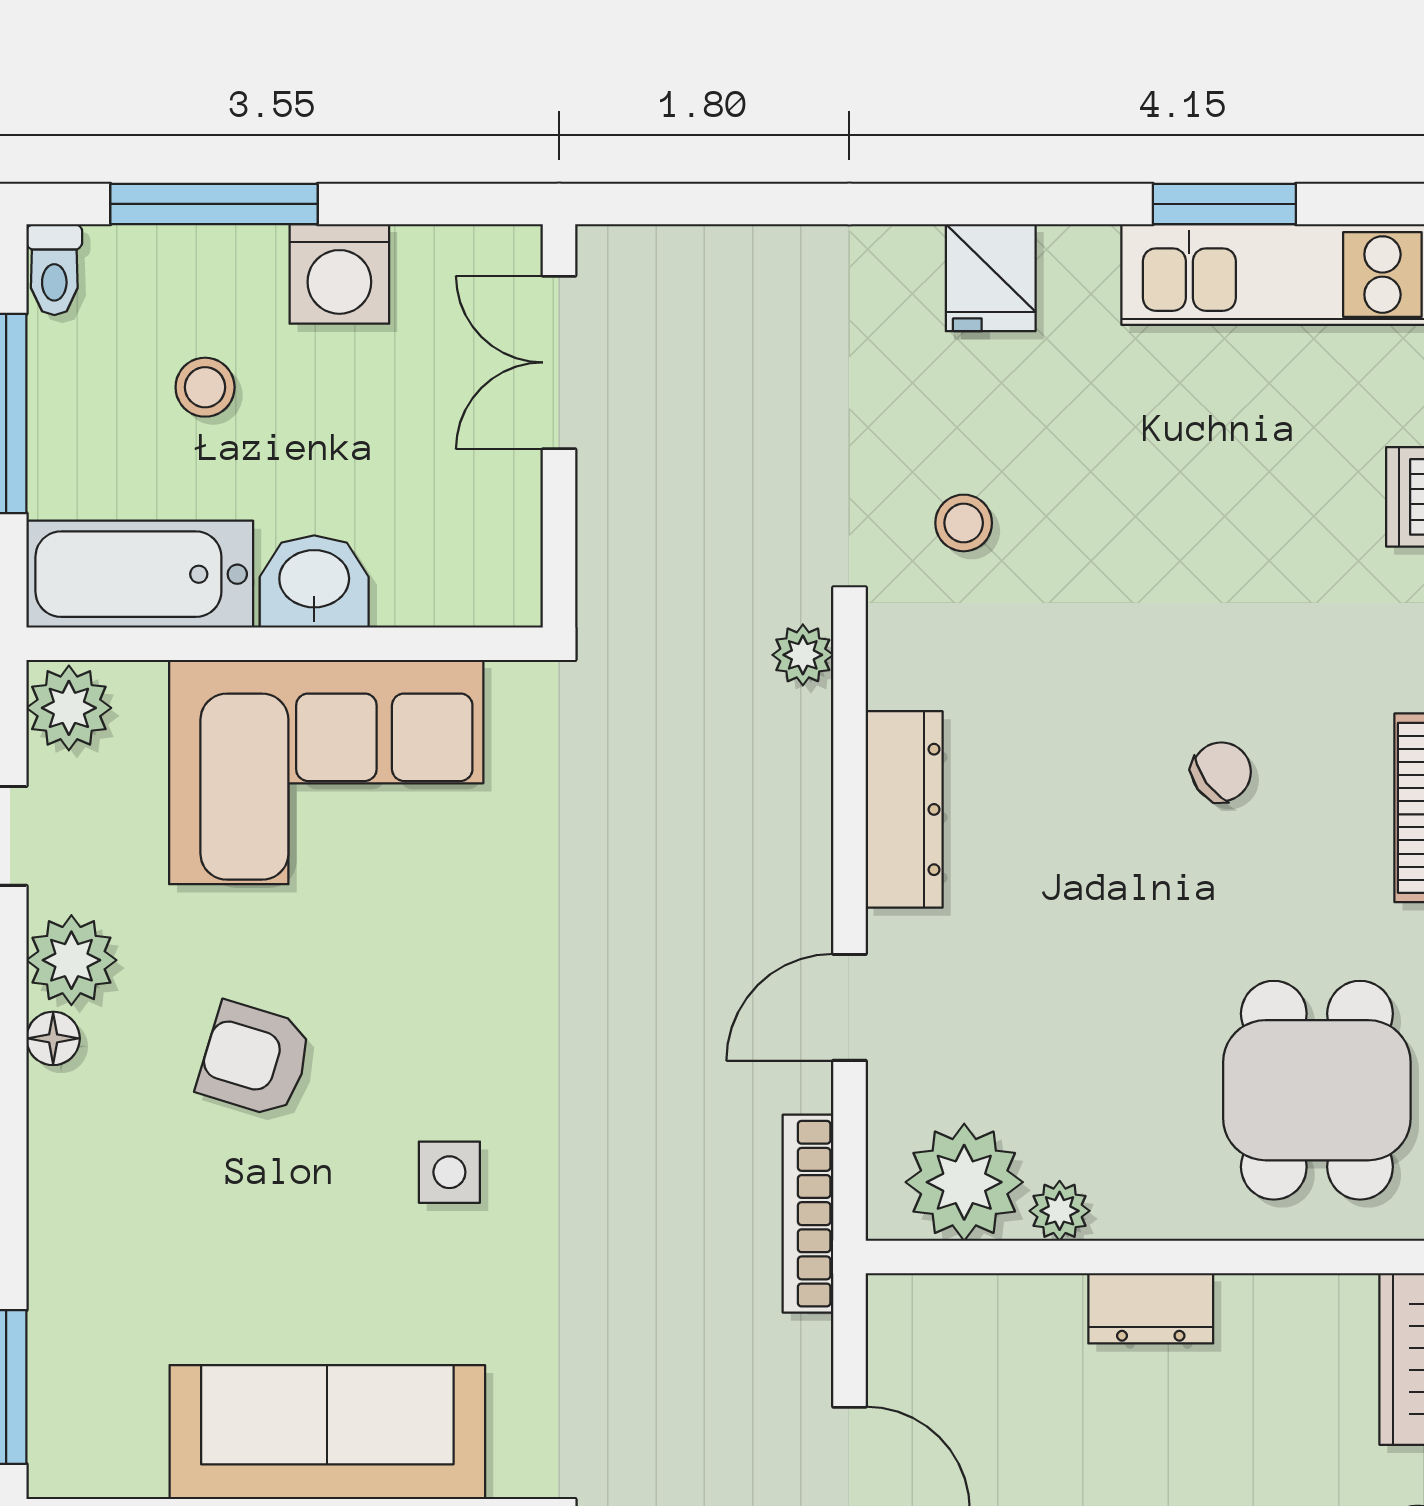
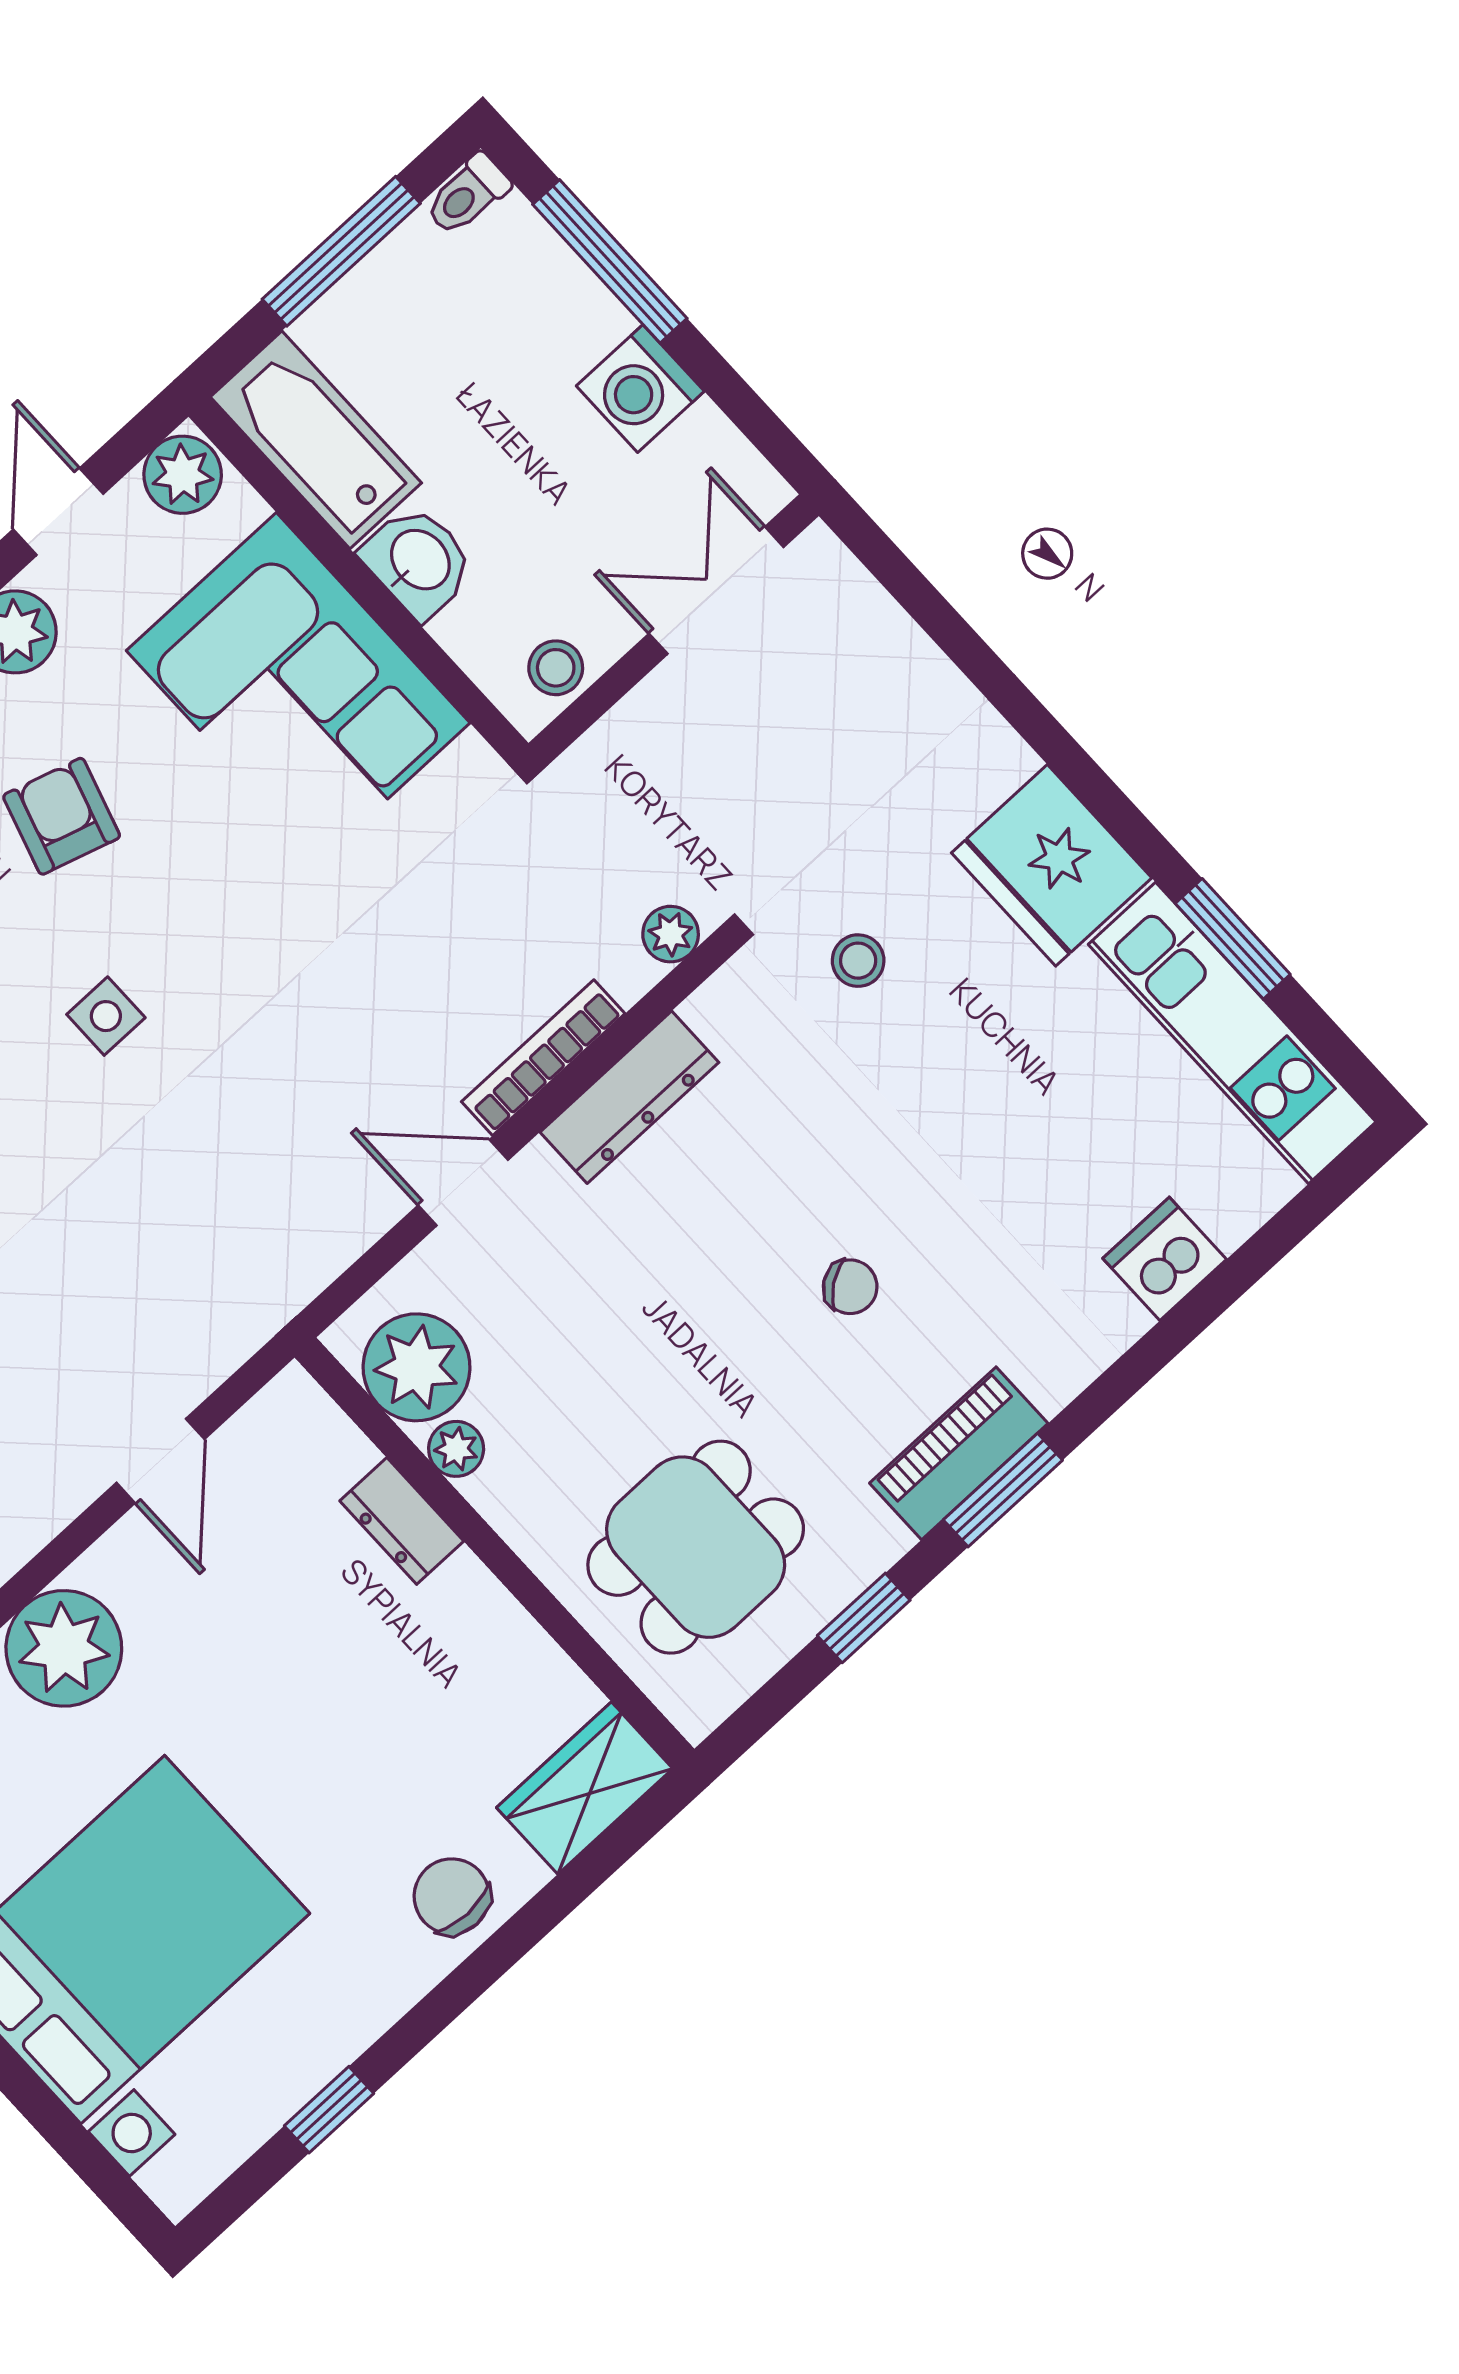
fridge: (991, 278) -> (1052, 865), width x1.88, depth x1.34
stool: (205, 387) -> (556, 668), moved
bookcase: (808, 1214) -> (543, 1058), moved
dresser: (1151, 1308) -> (402, 1521), moved

